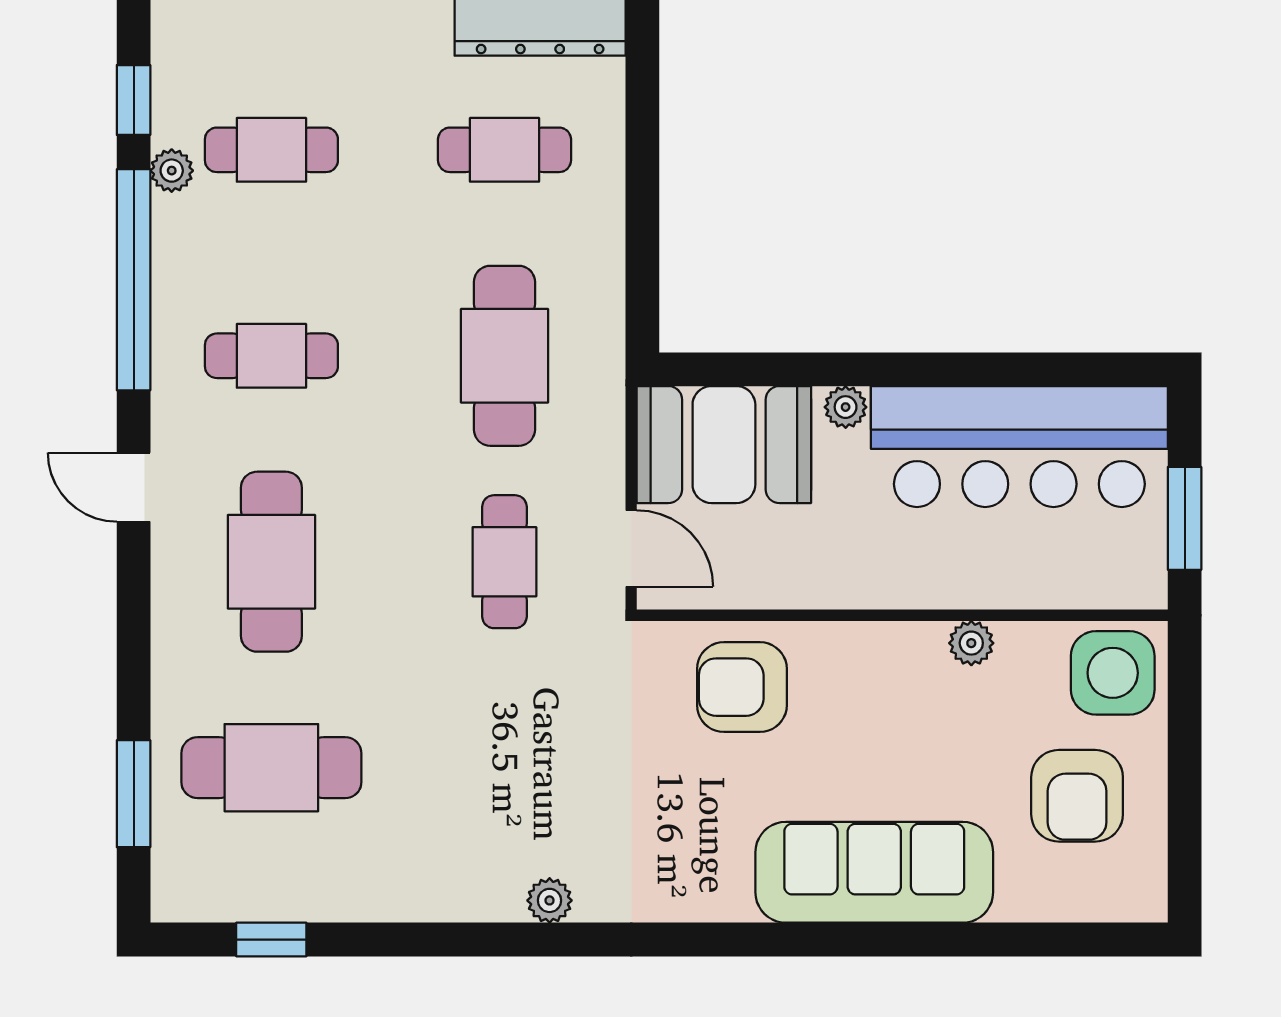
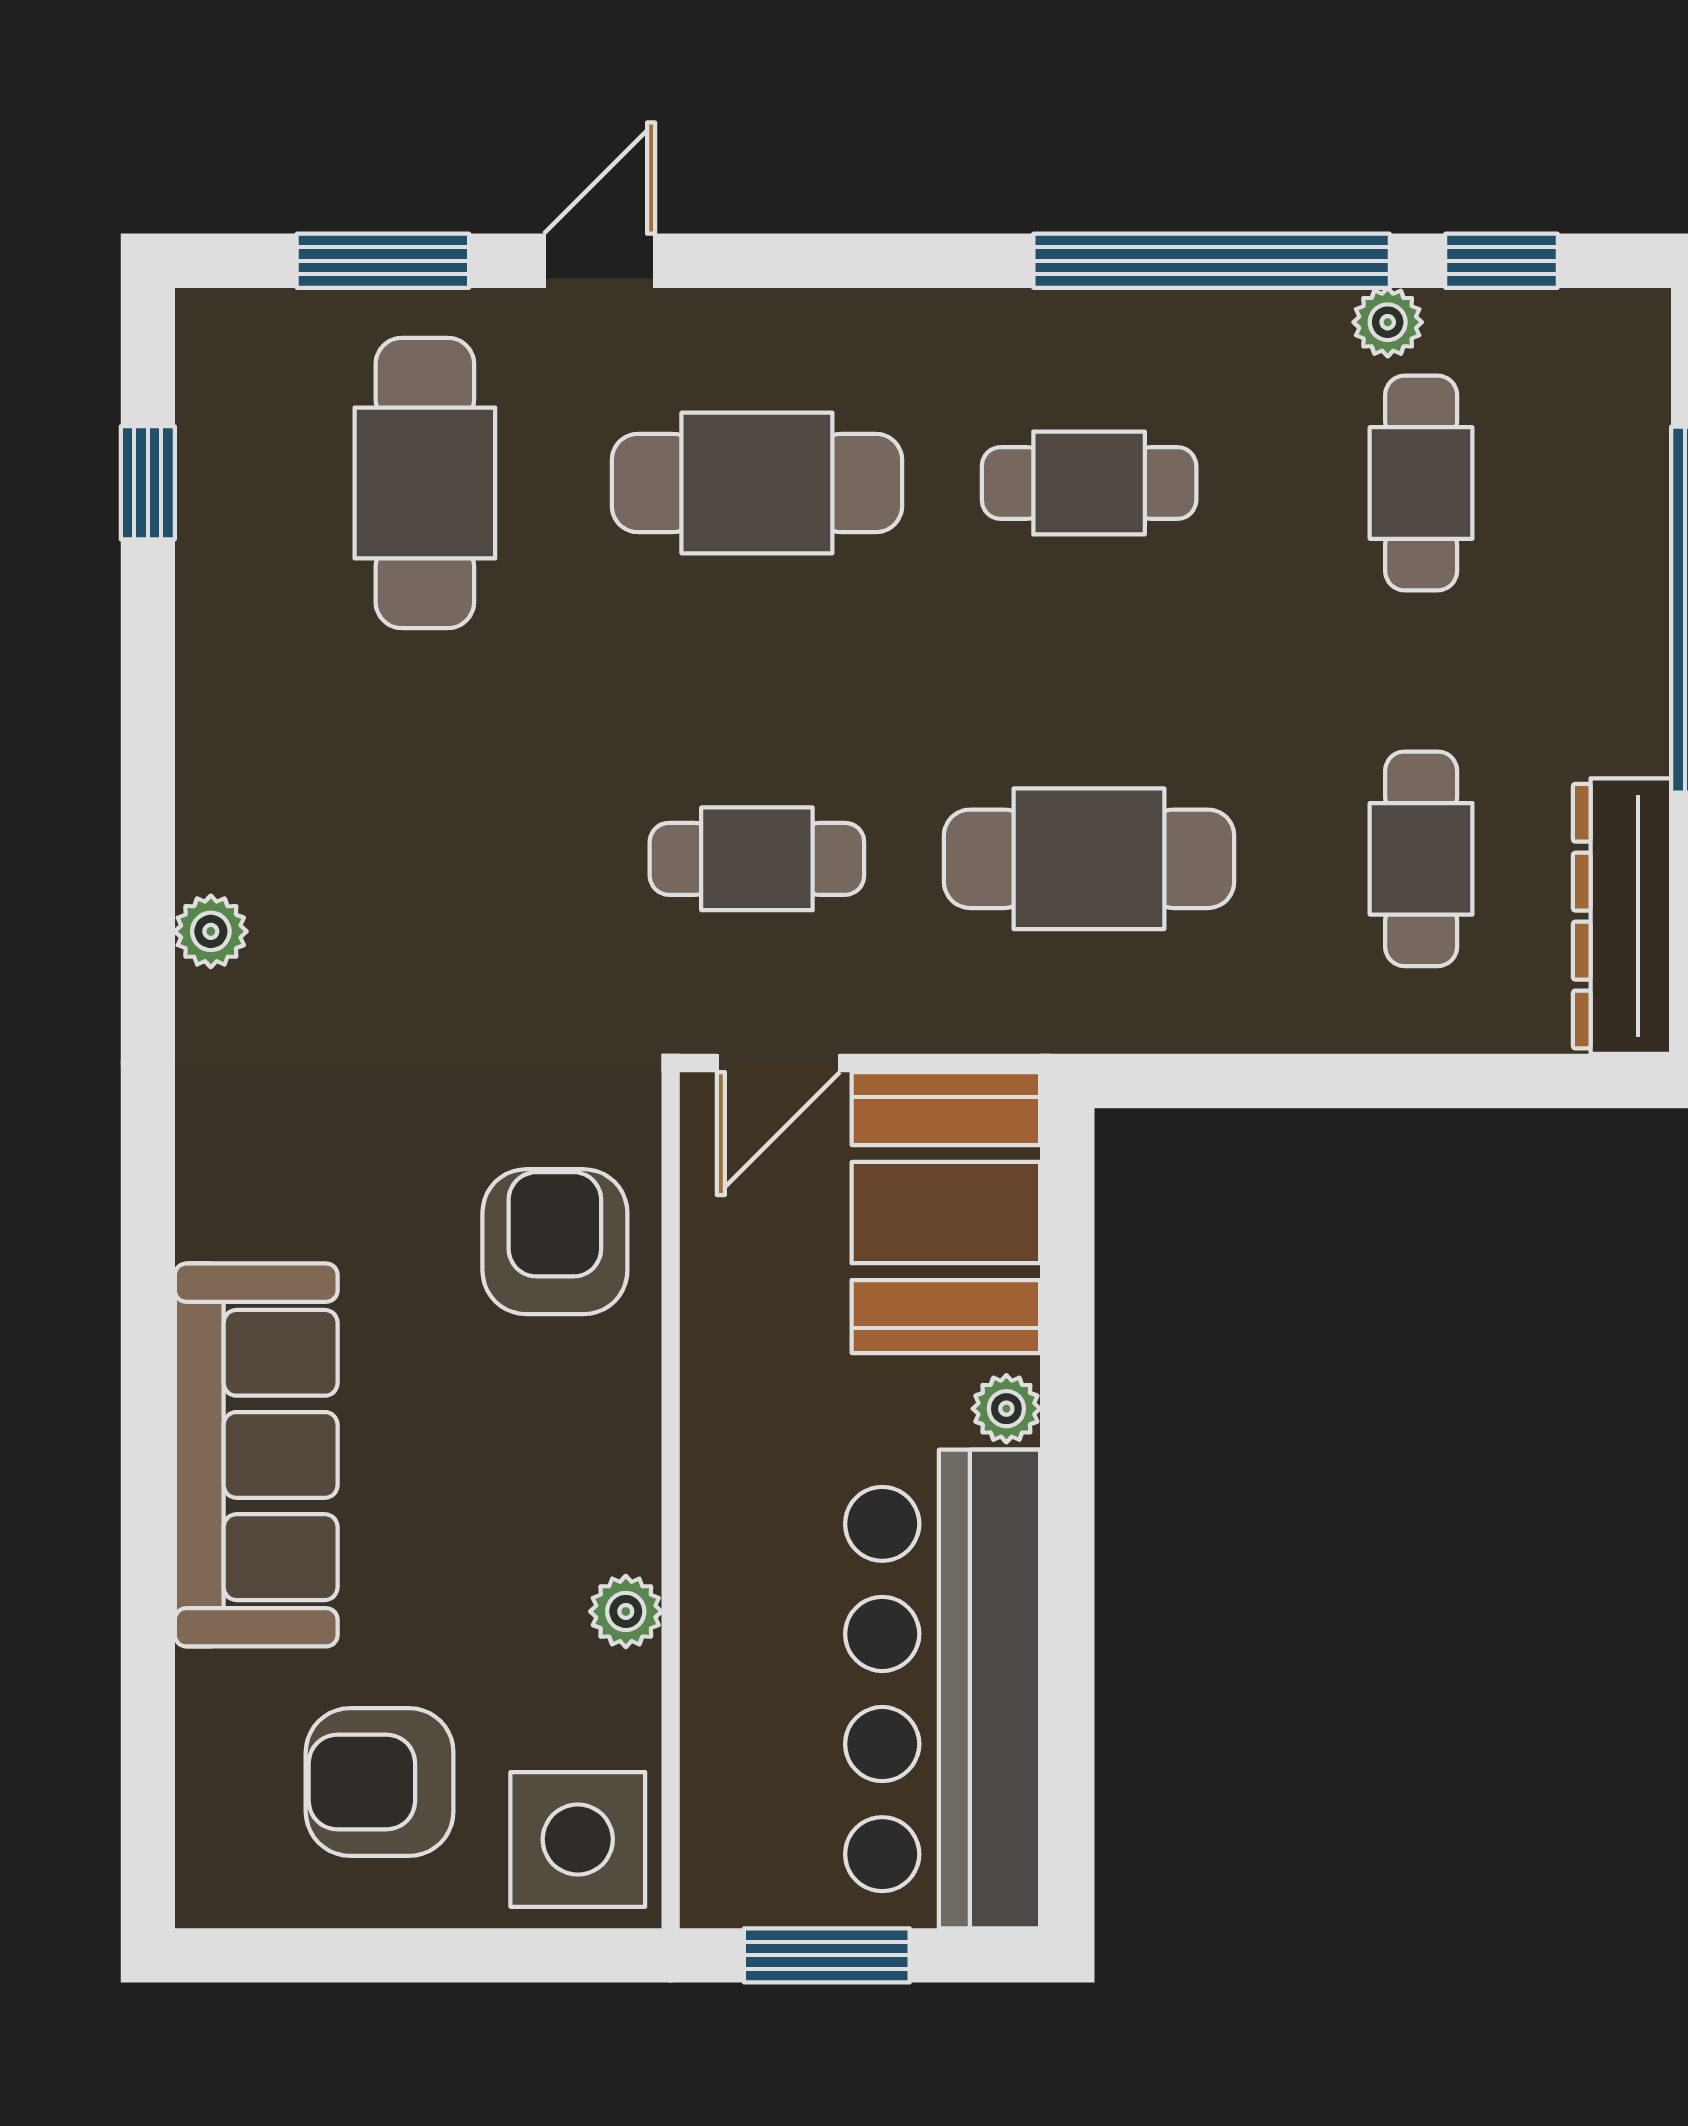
cafe table: (271, 356) -> (1089, 483), turned 90
door: (134, 487) -> (600, 261), moved

